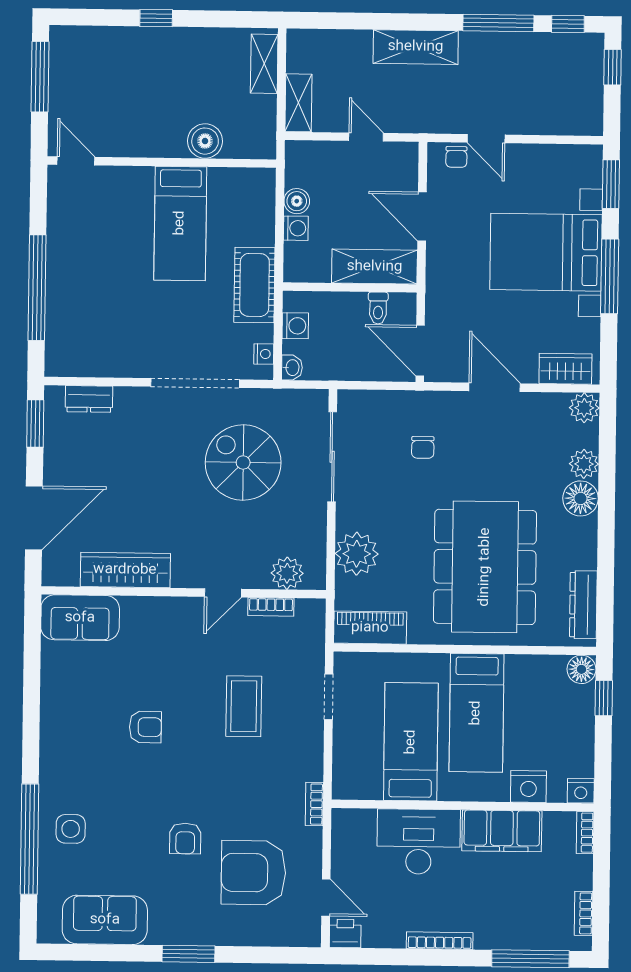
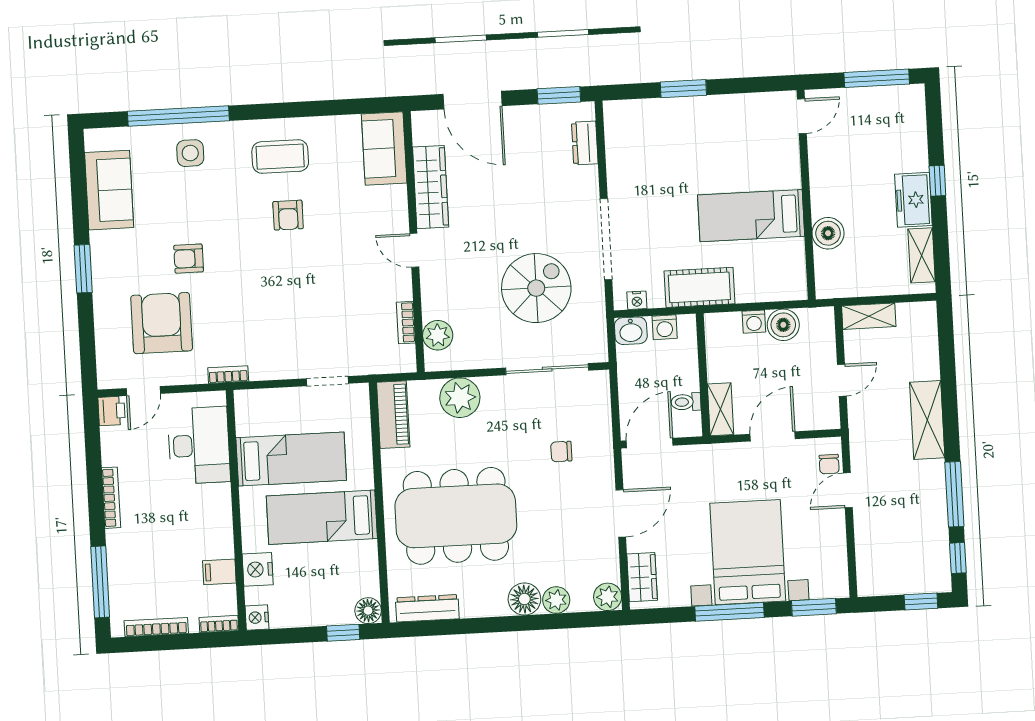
freezer: (175, 46) -> (913, 200), added
shelving: (264, 64) -> (922, 255), moved, turned 90
chair: (456, 157) -> (829, 464), turned -90
boiler: (297, 201) -> (783, 325), width x1.36, depth x1.36
shelving: (375, 267) -> (721, 409), width x0.67, depth x0.75
window: (37, 288) -> (683, 89), width x0.47
washbasin: (292, 368) -> (631, 331), width x1.38, depth x1.45
door: (223, 593) -> (414, 250), moved
coffee table: (244, 706) -> (280, 157), moved
filing cabinet: (502, 831) -> (219, 572), width x0.33, depth x0.86
desk: (419, 842) -> (199, 445), moved
bookcase: (584, 913) -> (156, 627), width x1.56

